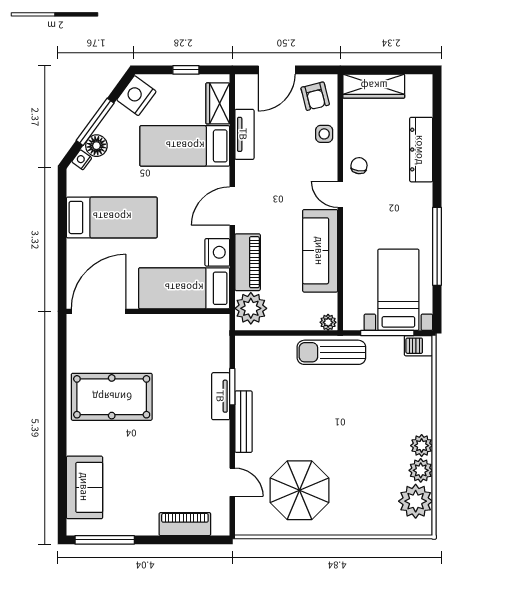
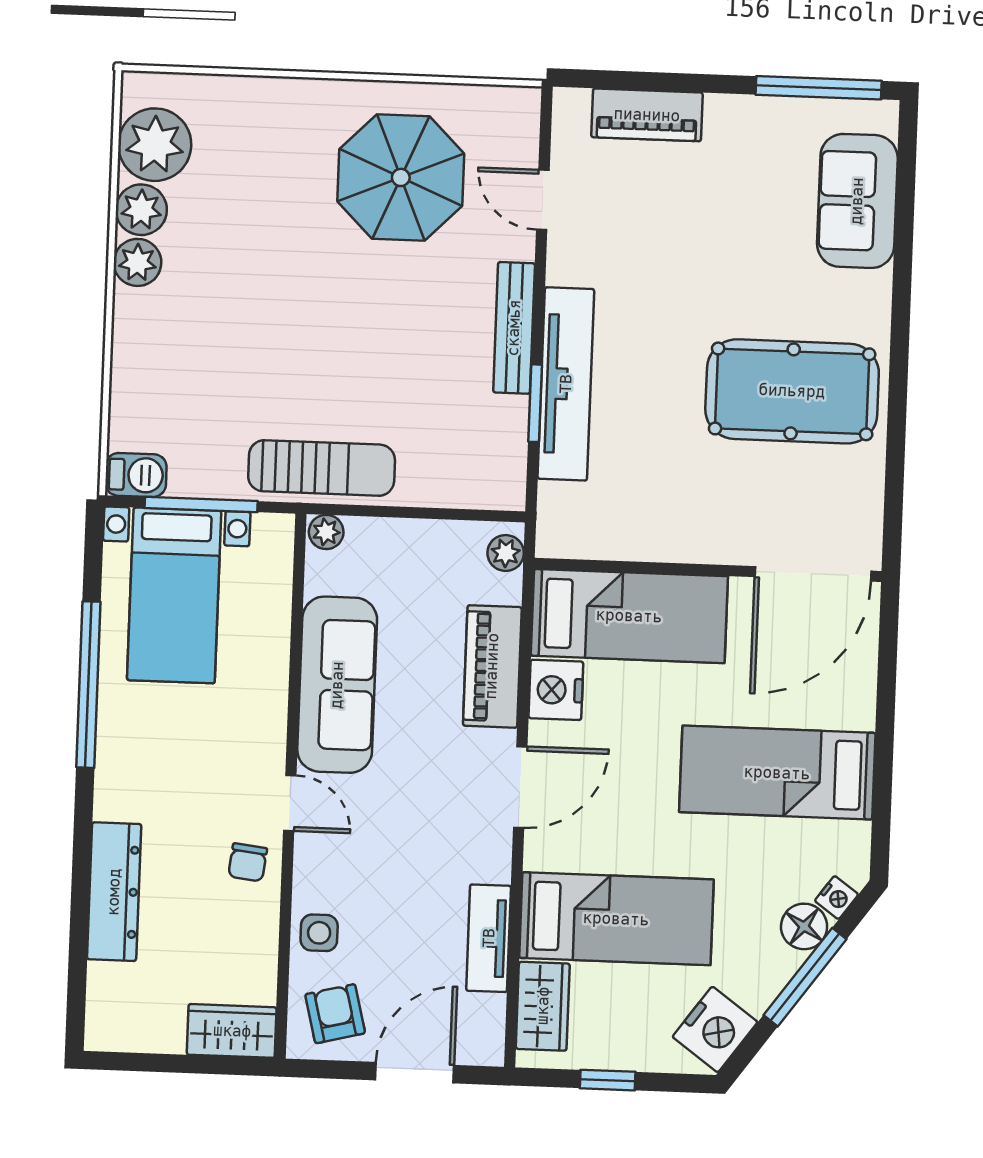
wardrobe: (374, 86) -> (232, 1031), width x0.67
plant: (251, 308) -> (506, 553), width x0.53, depth x0.53
tv unit: (221, 396) -> (566, 384), width x1.92, depth x1.29

